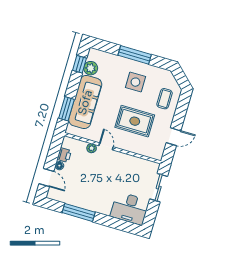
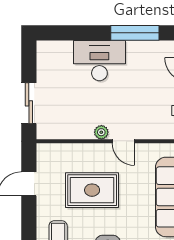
plant: (92, 148) -> (101, 132), moved
desk: (130, 208) -> (99, 61), moved

